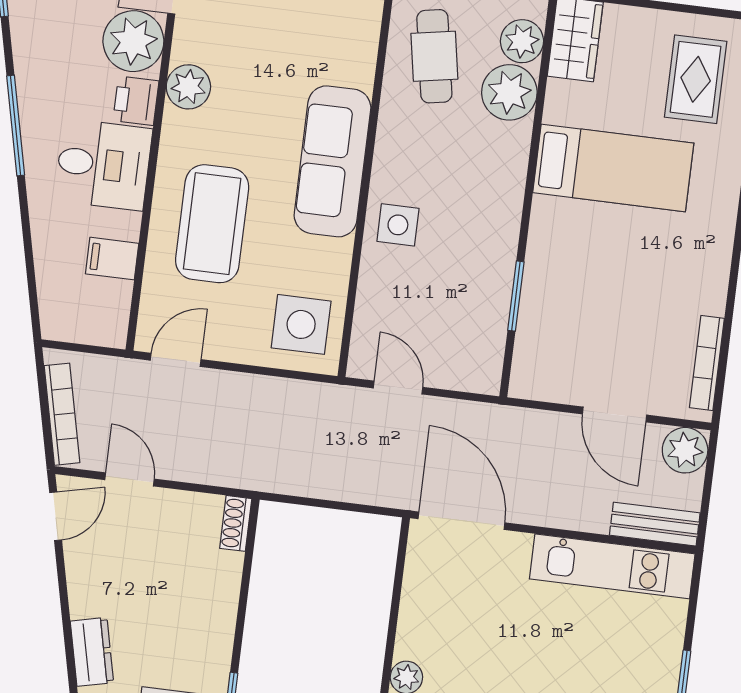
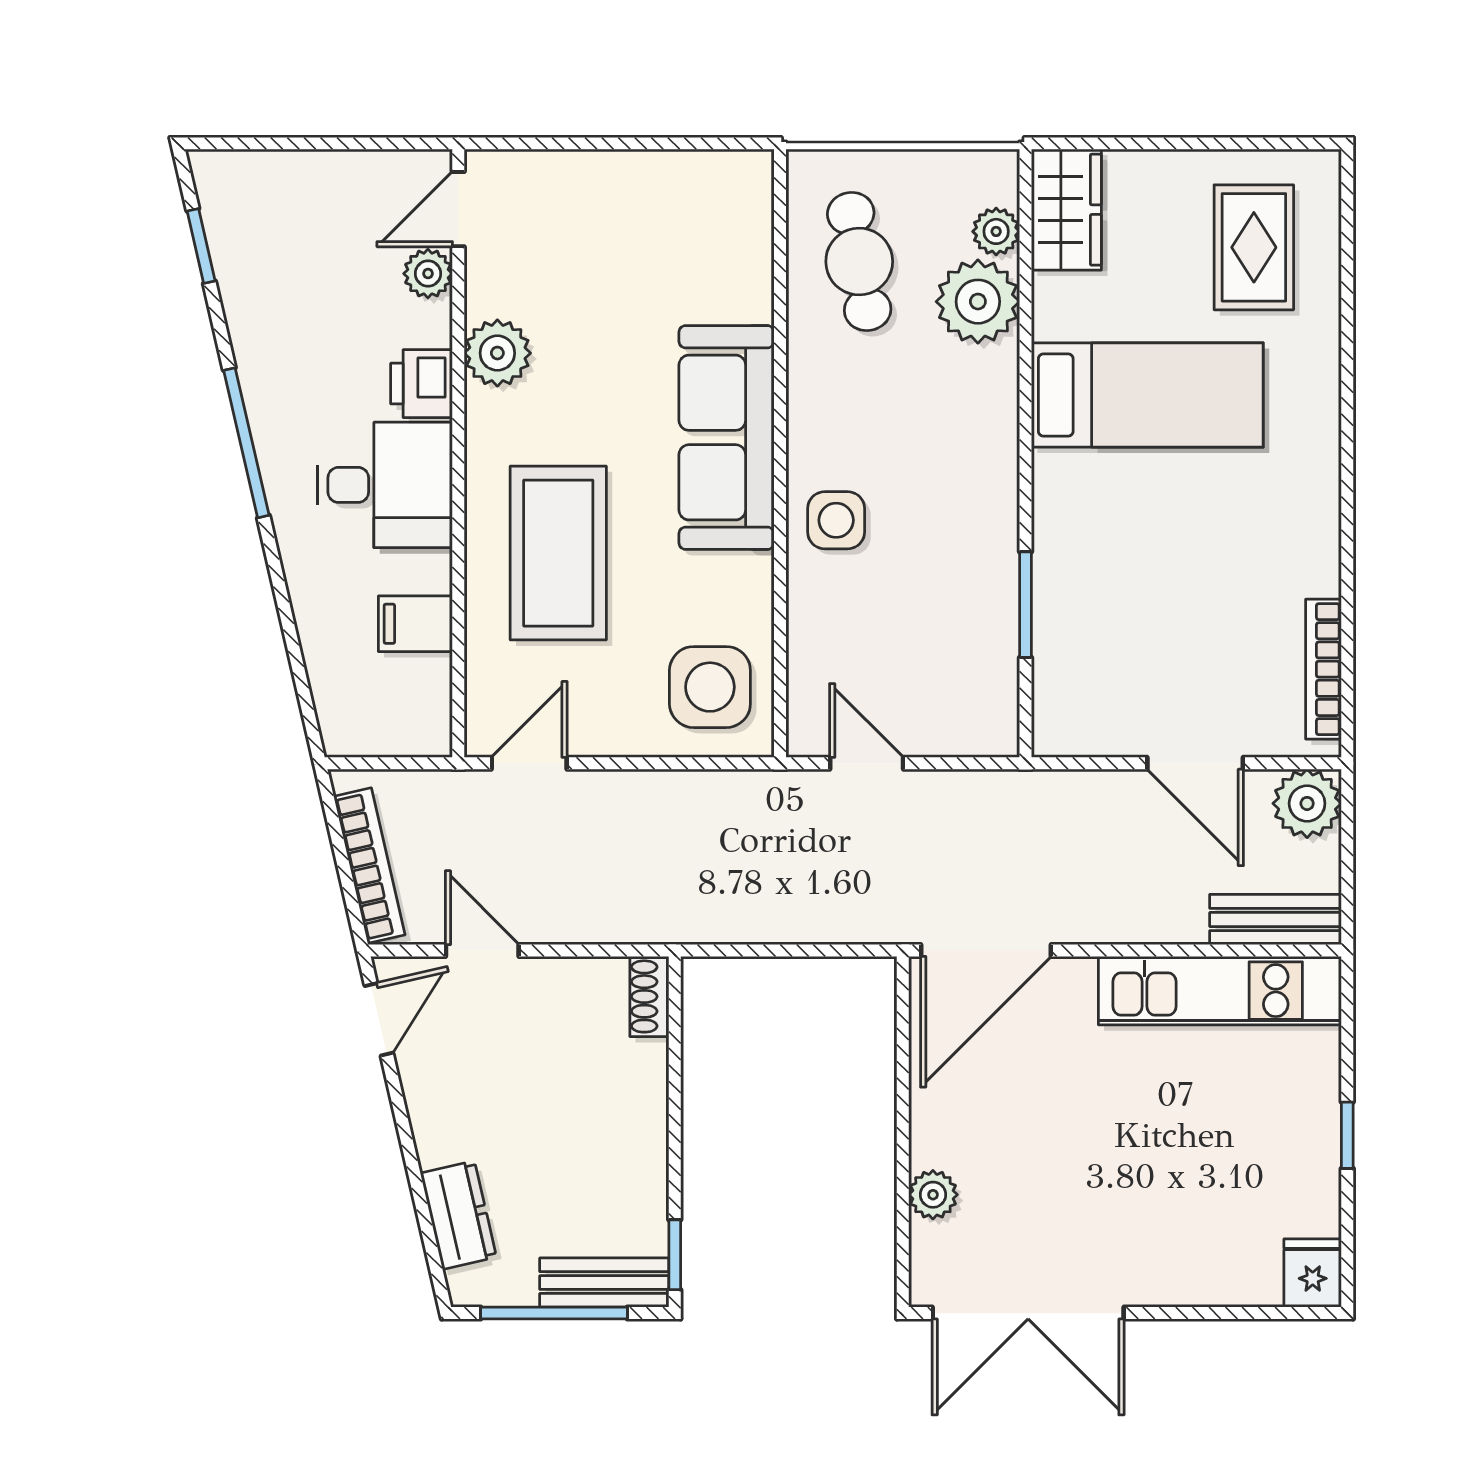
plant: (133, 41) -> (428, 274), width x0.53, depth x0.53
plant: (522, 41) -> (996, 231), width x0.73, depth x0.73
door: (461, 521) -> (986, 950), swing flipped

